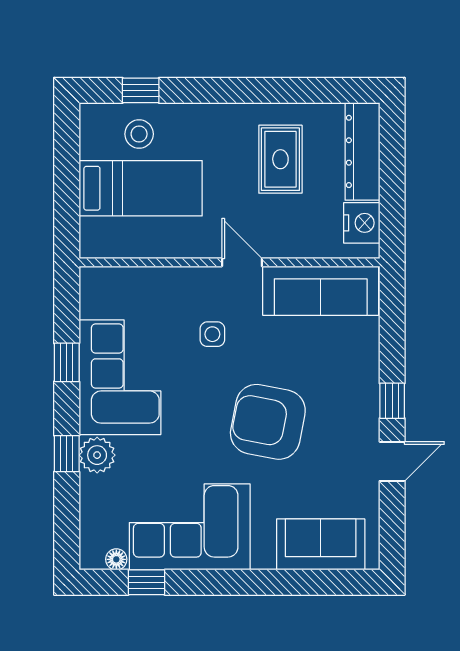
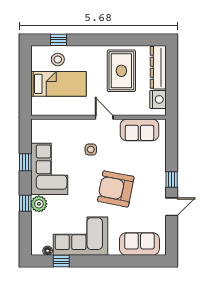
rug: (280, 159) -> (121, 71), width x1.36, depth x1.43
sofa: (321, 291) -> (139, 130), width x0.73

